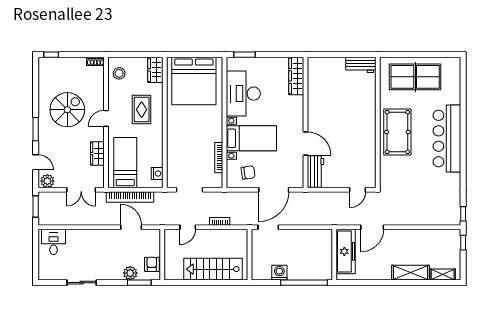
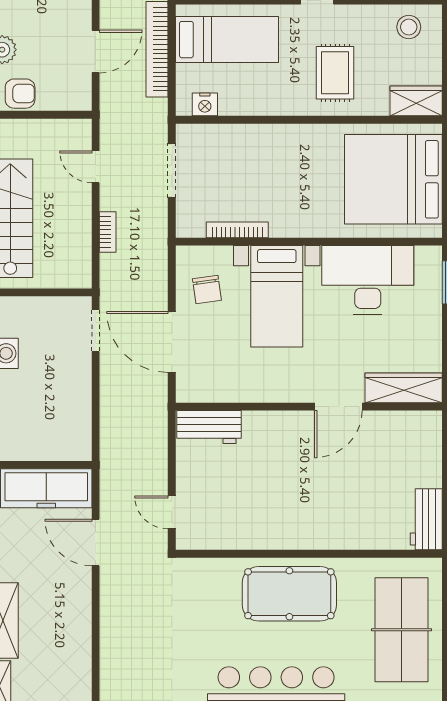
rug: (142, 110) -> (335, 73), turned 90
door: (305, 144) -> (338, 407), moved

